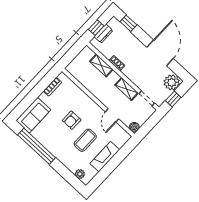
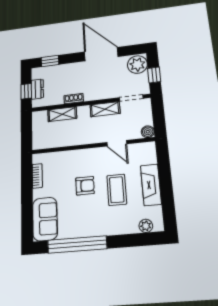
armchair: (72, 120) -> (85, 186), turned -90

